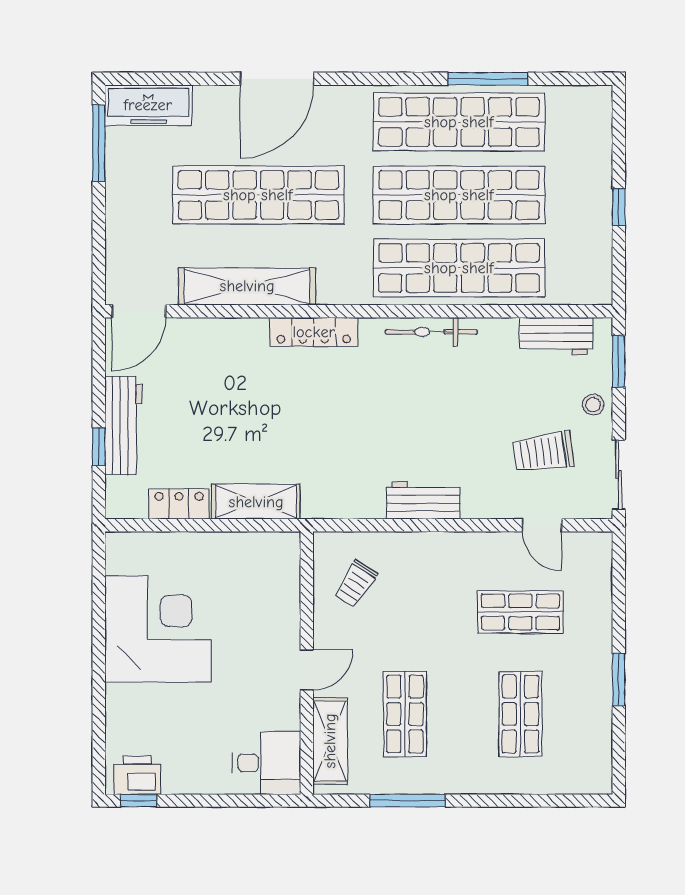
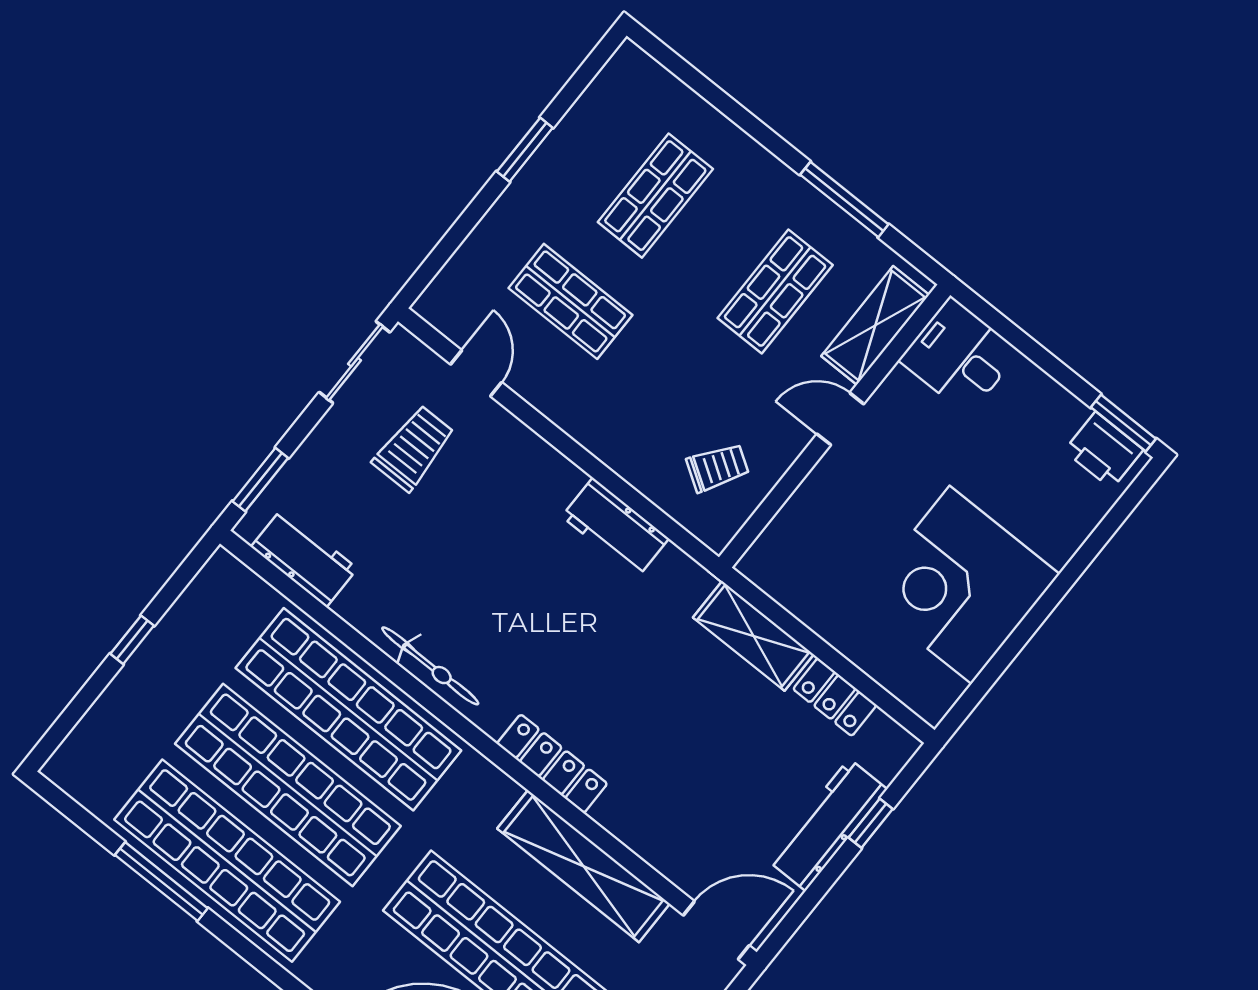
stool: (593, 405) -> (323, 456), removed
trolley: (543, 452) -> (414, 448), turned -82
workbench: (423, 500) -> (615, 527), moved
window: (139, 801) -> (1123, 423), width x1.50

